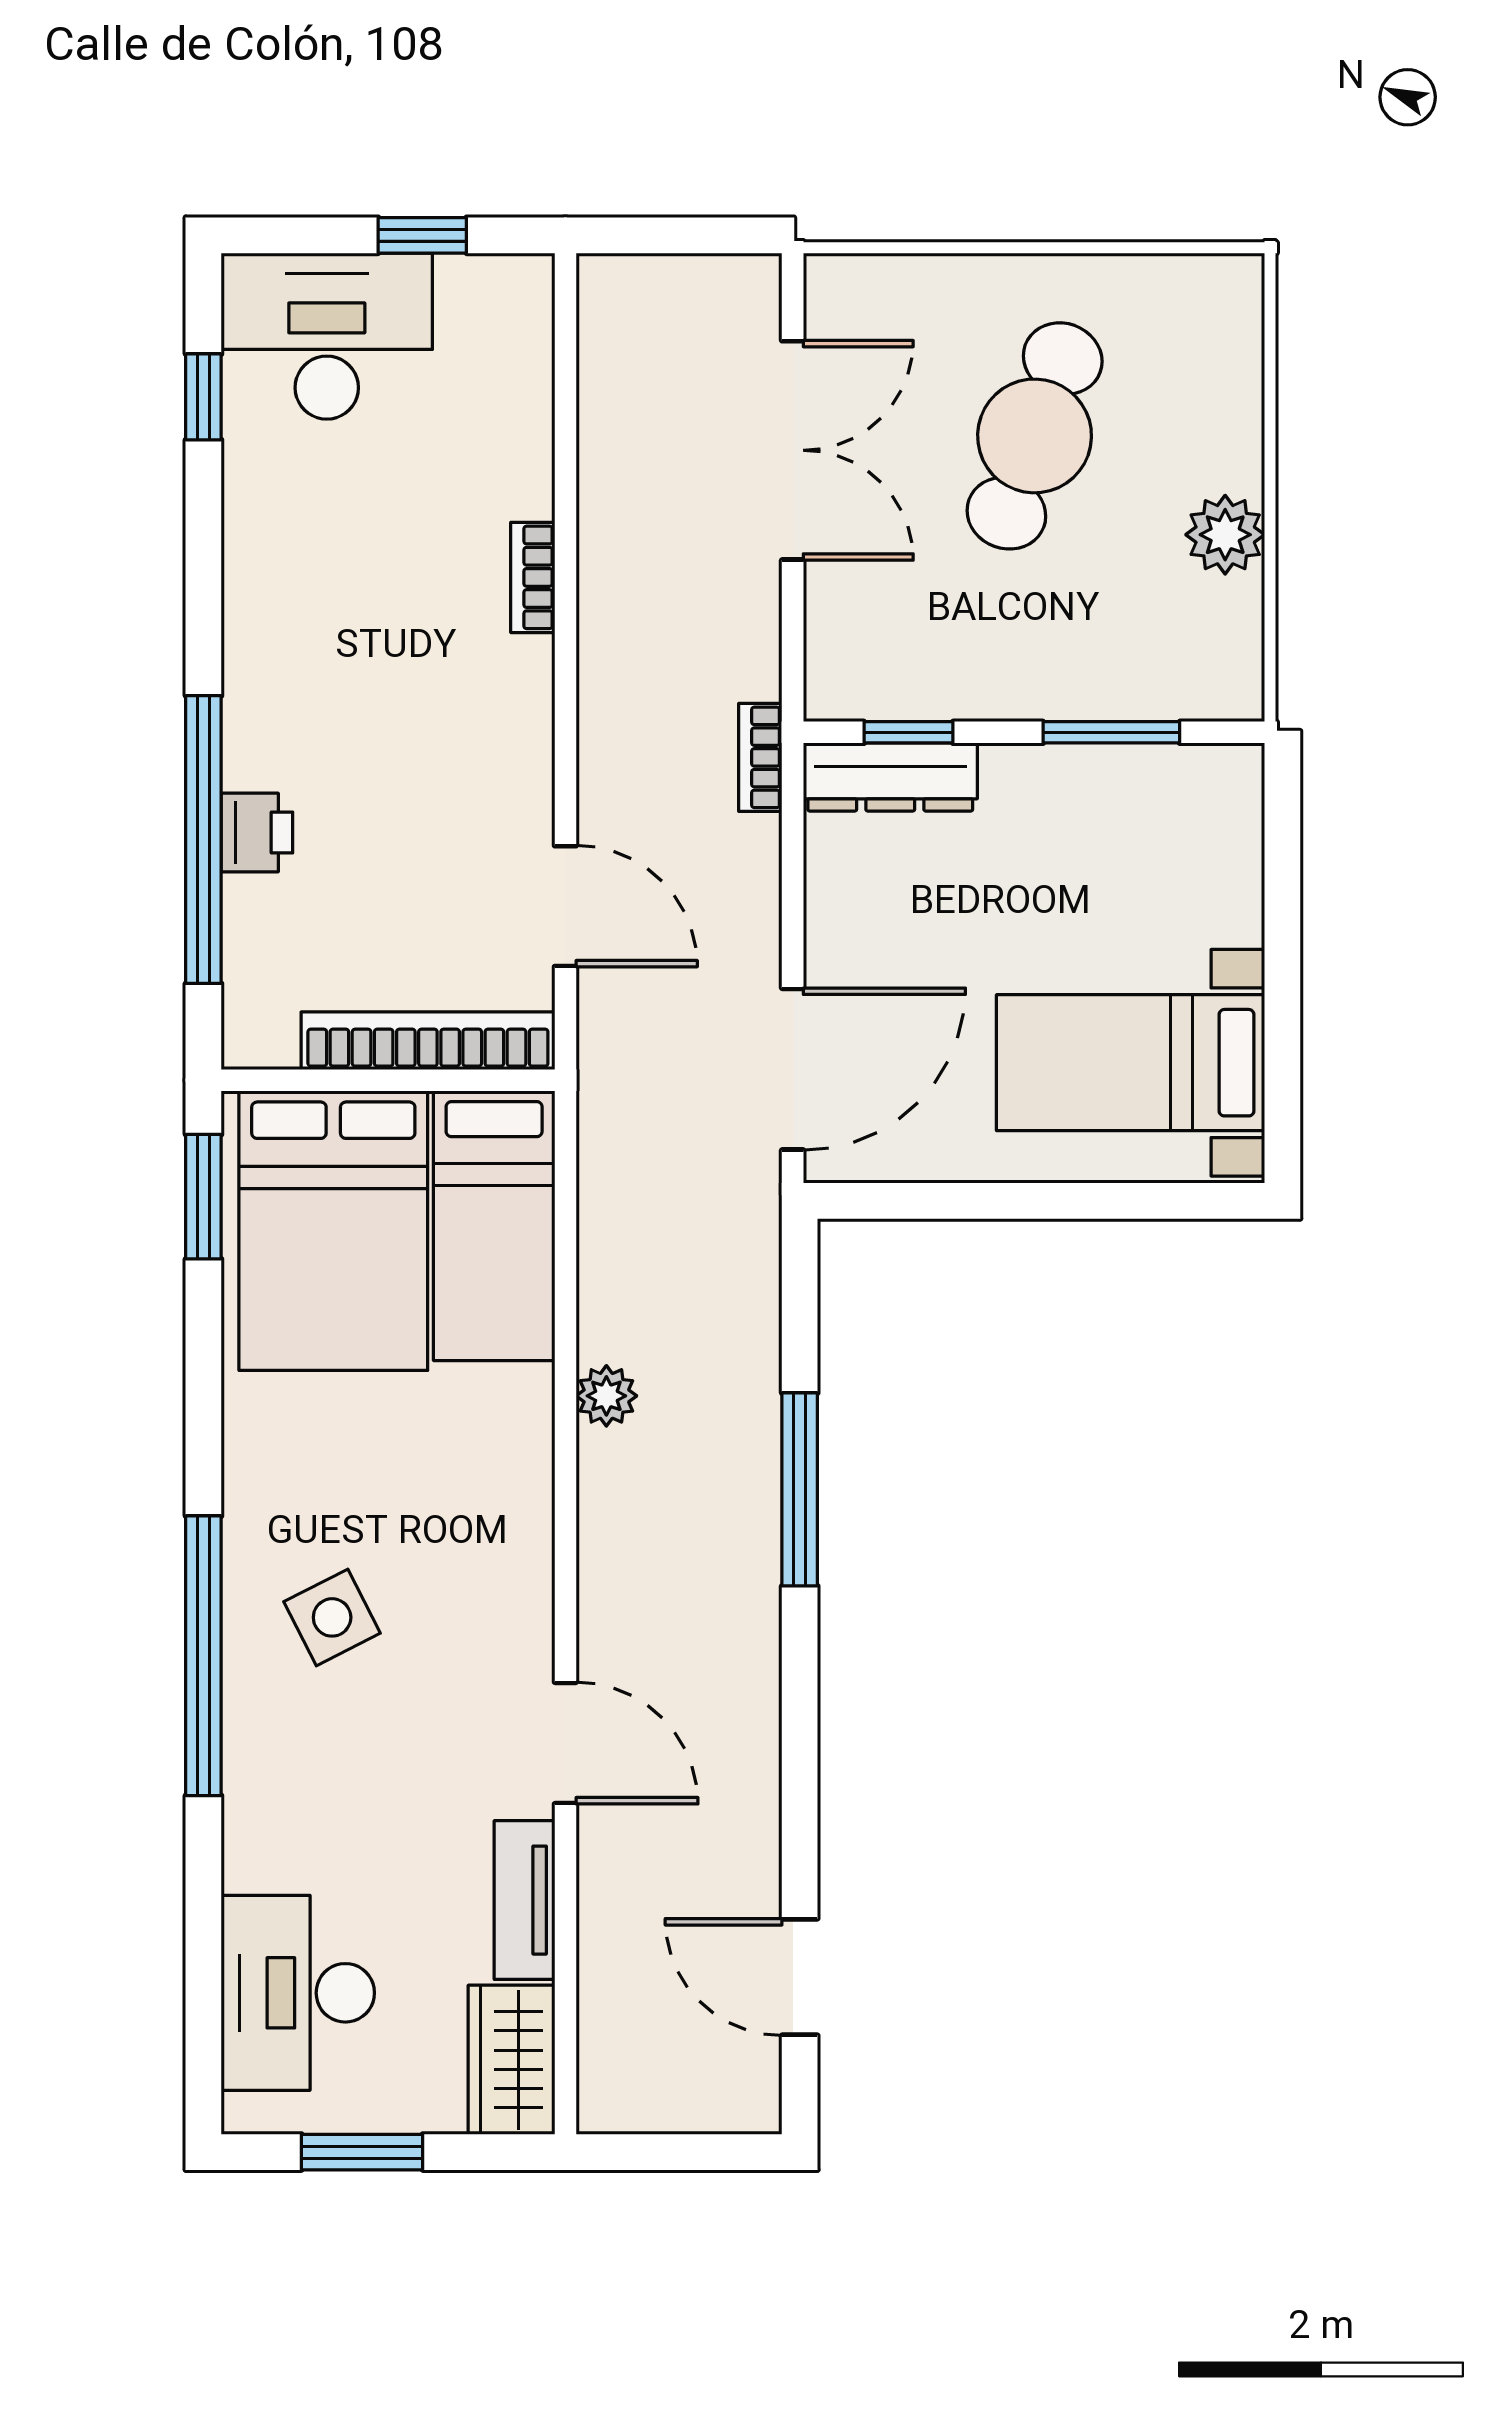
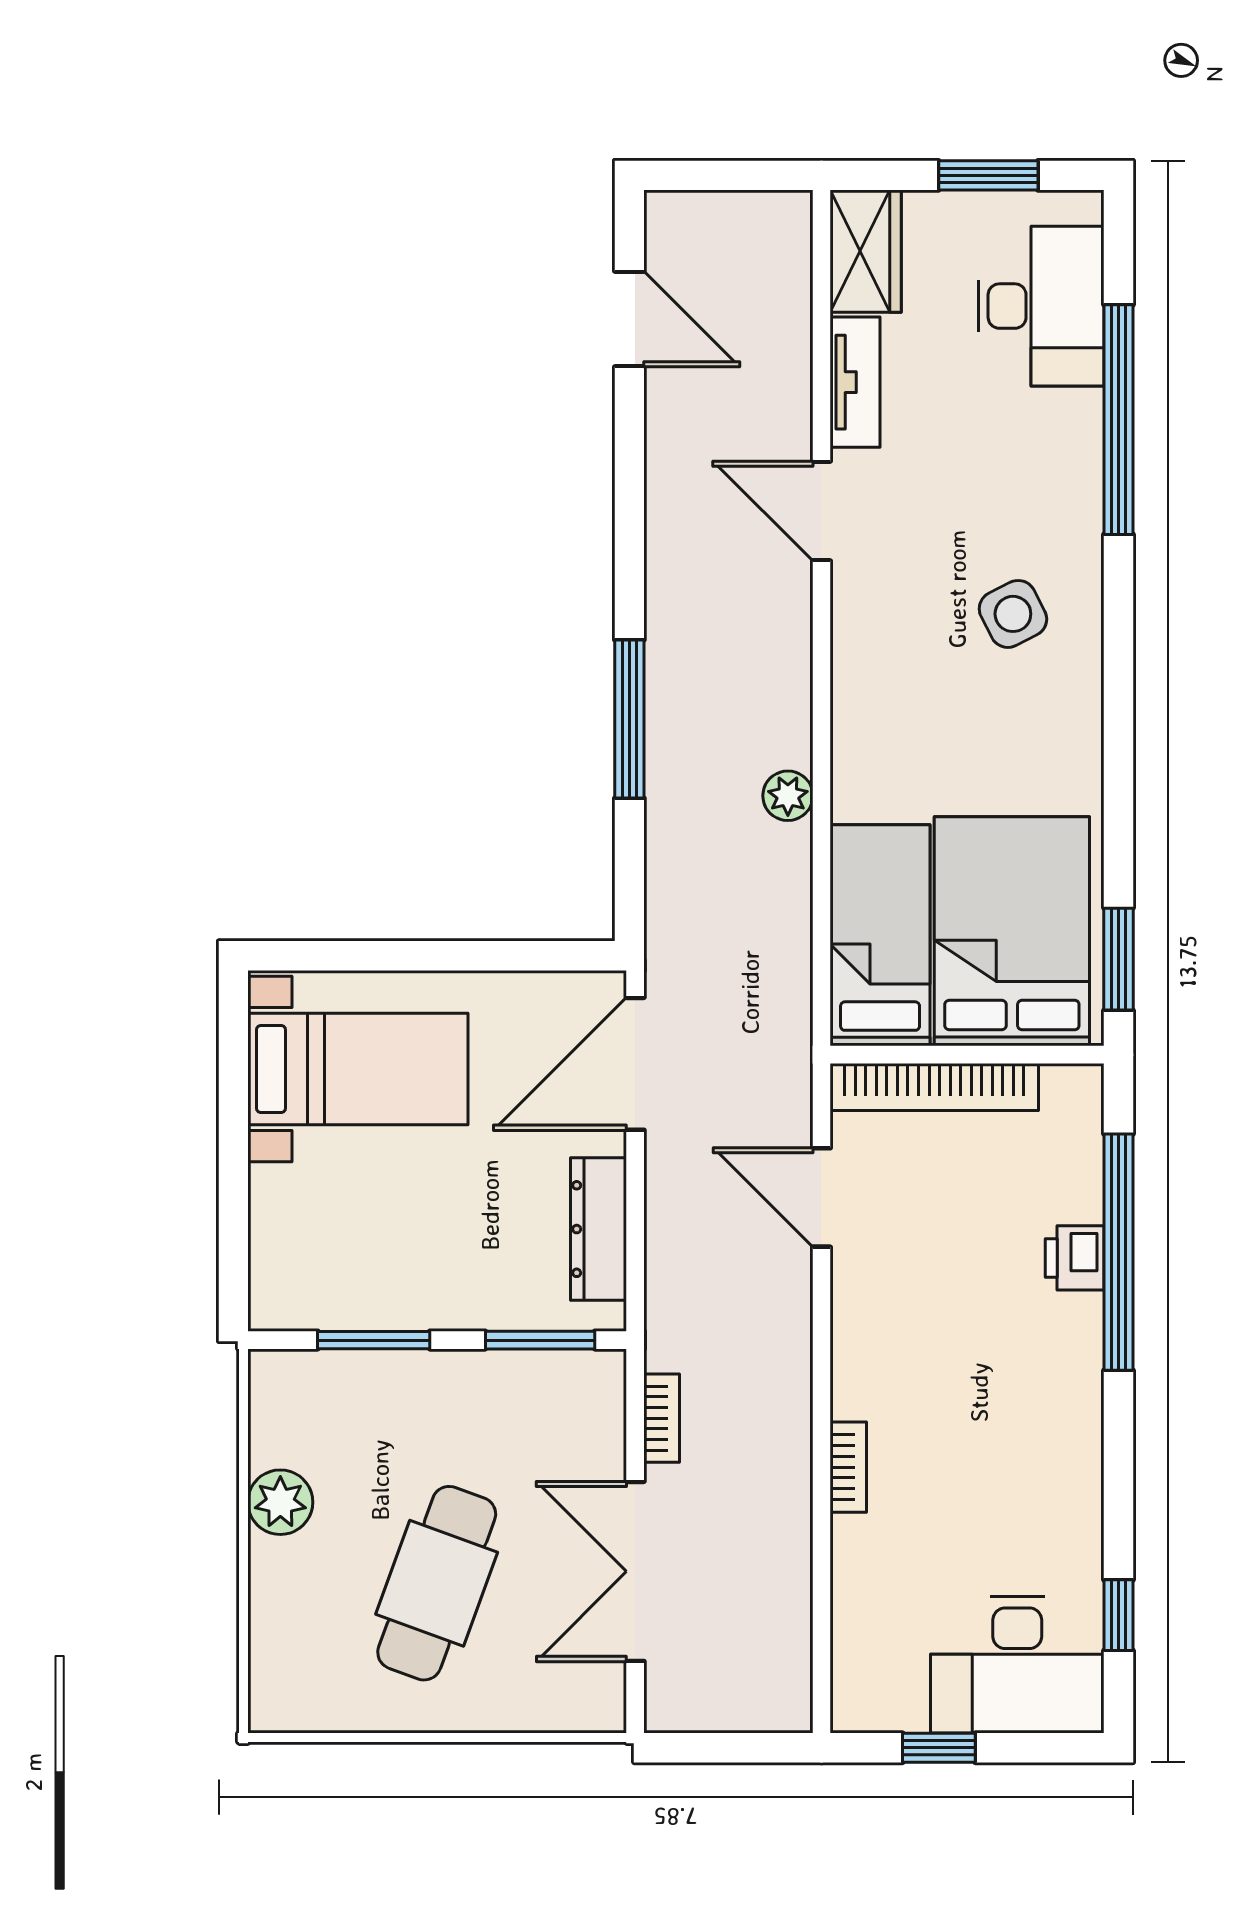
window: (908, 732) -> (540, 1340), width x1.50
bookcase: (760, 757) -> (662, 1418), moved
dresser: (890, 777) -> (598, 1229), moved, turned -90
window: (203, 1656) -> (1118, 420), moved

